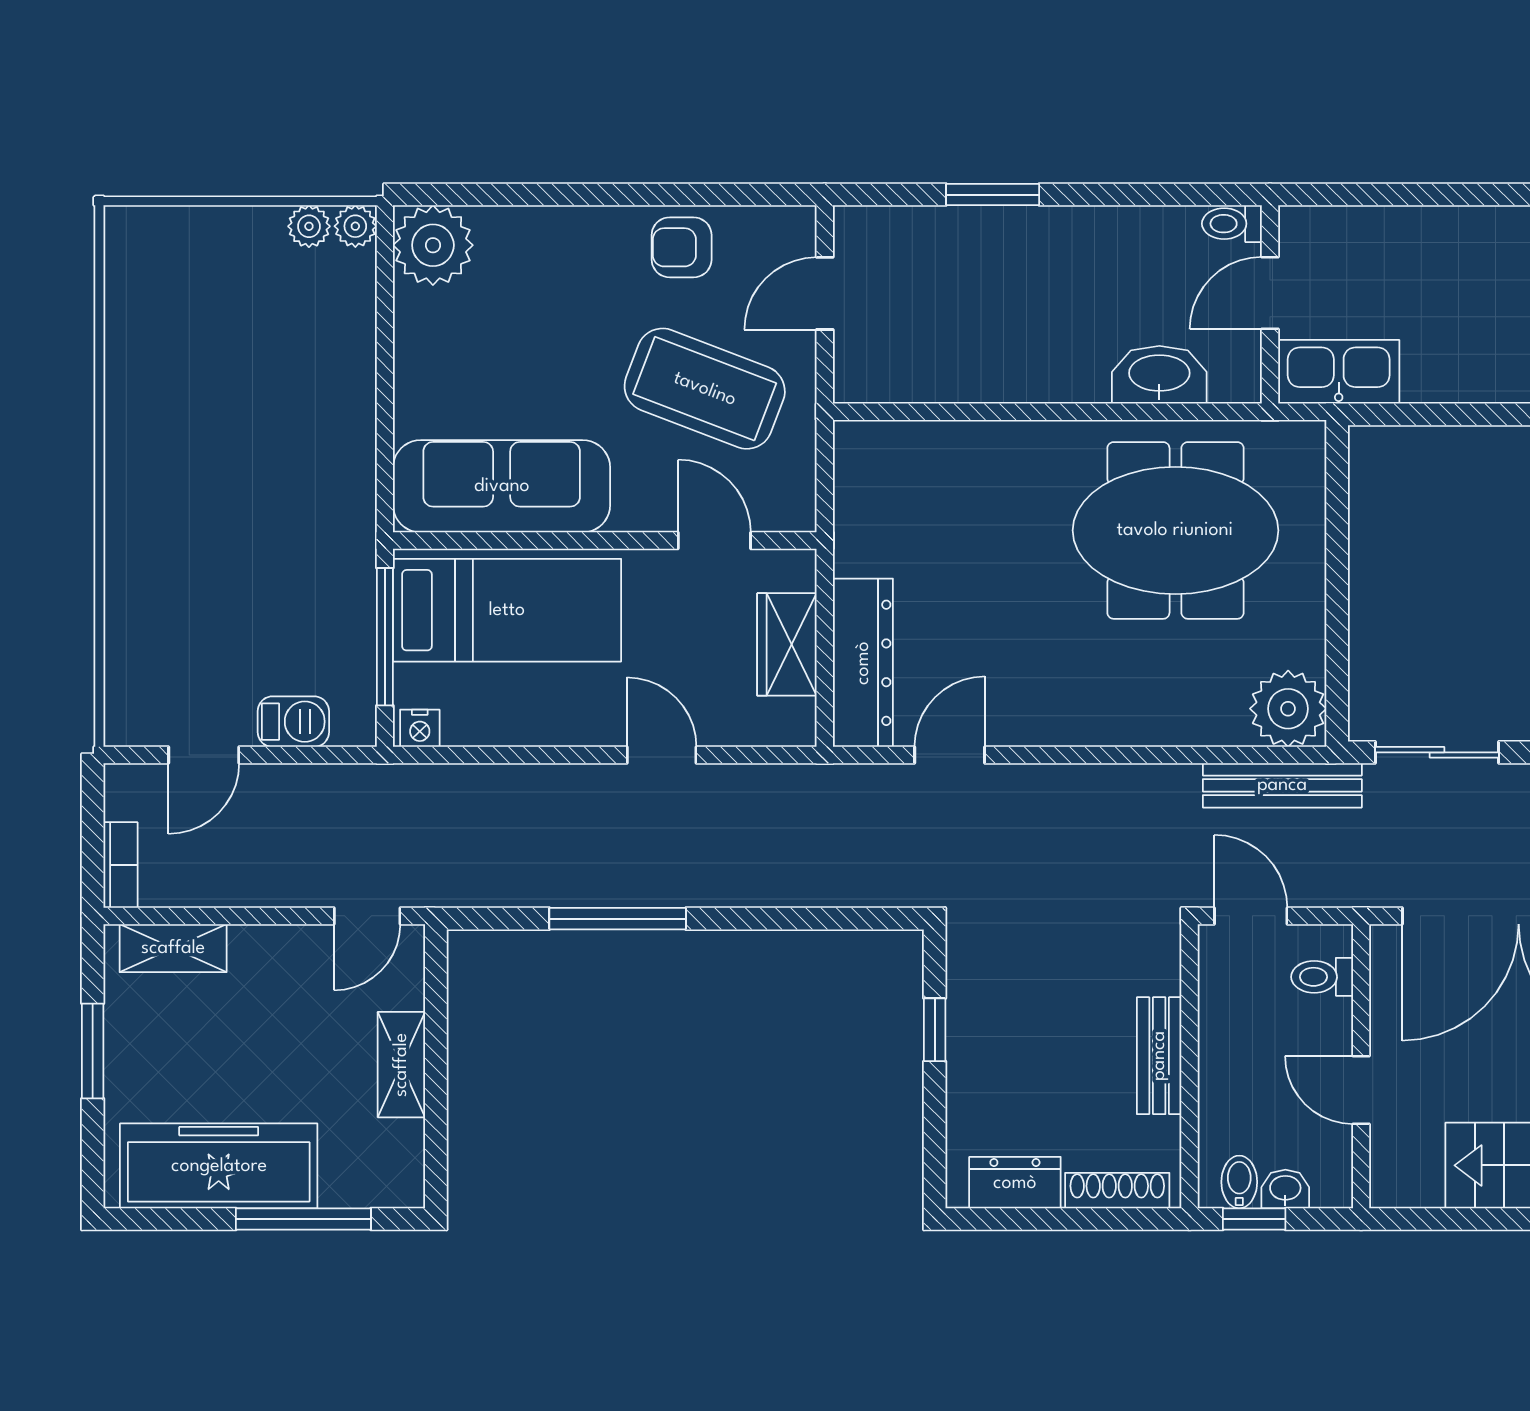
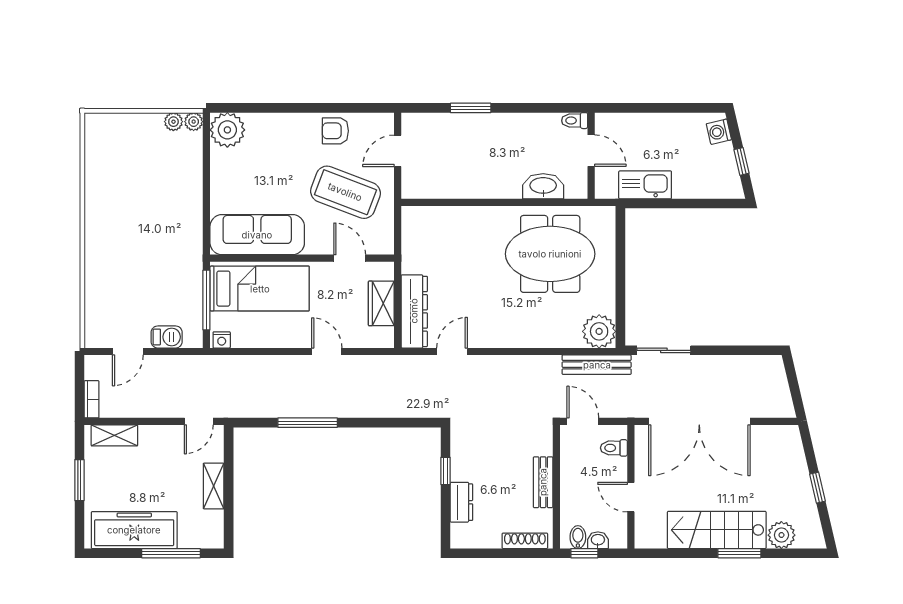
door: (1270, 293) -> (591, 151), swing flipped
kitchen sink: (1339, 372) -> (645, 185), moved
dresser: (1015, 1183) -> (461, 502), moved, turned 90

